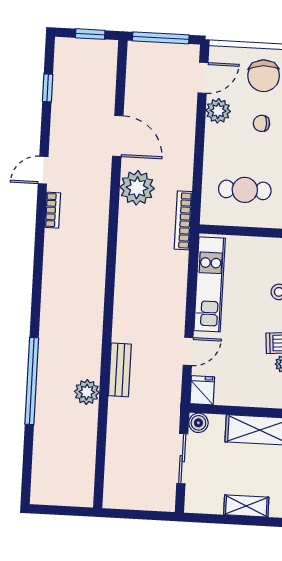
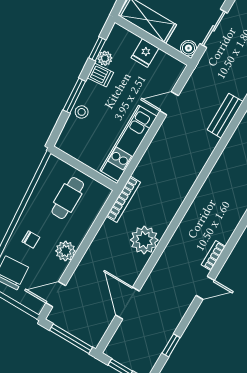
plant: (218, 111) -> (65, 251), moved
door: (118, 136) -> (128, 303), moved
cafe table: (245, 190) -> (68, 198), turned 90
fridge: (202, 390) -> (145, 53), moved

